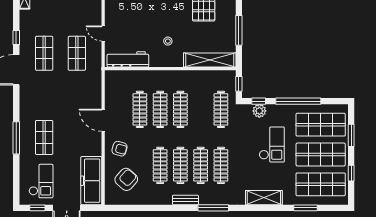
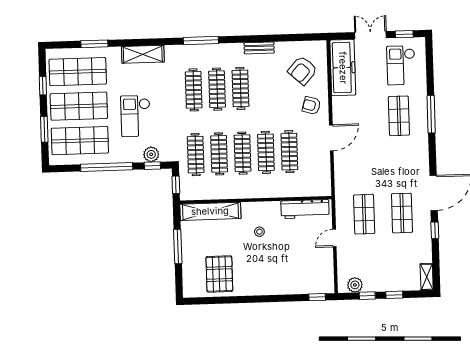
door: (103, 34) -> (334, 238), swing flipped
door: (103, 120) -> (331, 138), hinge flipped
clothes rail: (160, 165) -> (219, 154), moved
bench: (185, 200) -> (259, 48), moved

